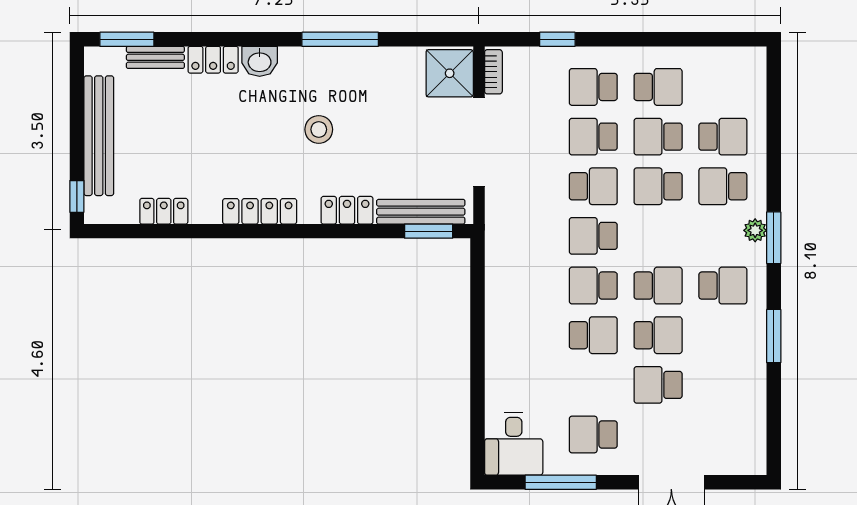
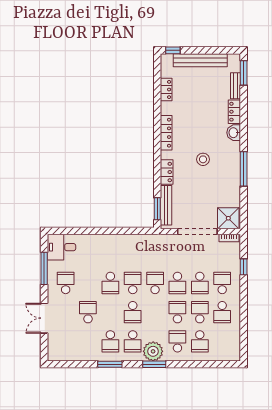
school desk: (593, 137) -> (200, 283), turned 180
plant: (755, 230) -> (153, 351), width x1.87, depth x1.87
school desk: (658, 335) -> (110, 341), moved

